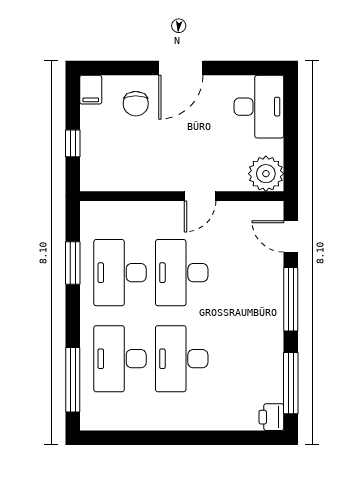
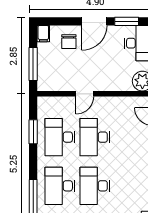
window: (238, 68) -> (127, 21), added
window: (73, 143) -> (33, 64), width x2.17
door: (200, 196) -> (85, 94), moved

